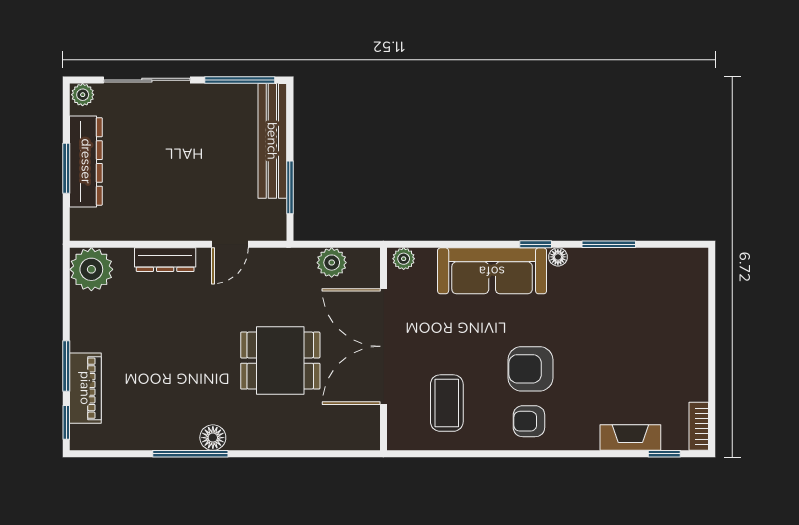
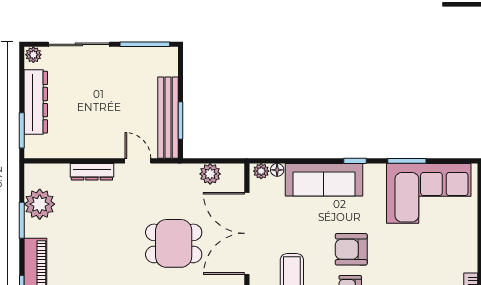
bench: (272, 141) -> (168, 118), moved
window: (66, 168) -> (22, 130), moved
door: (230, 244) -> (138, 161), swing flipped
floor lamp: (558, 257) -> (277, 170), moved
plant: (91, 269) -> (40, 204), moved
corner sofa: (640, 290) -> (429, 193), added
window: (66, 366) -> (22, 220), moved

